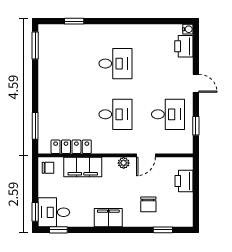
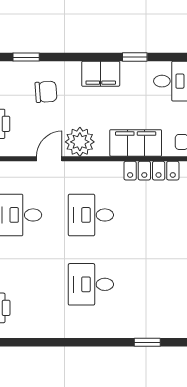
plant: (124, 163) -> (80, 142), width x1.87, depth x1.87
chair: (148, 204) -> (46, 92), turned 86
window: (58, 230) -> (135, 57), moved

